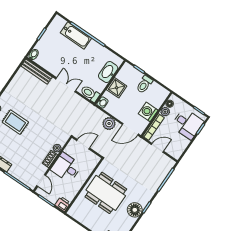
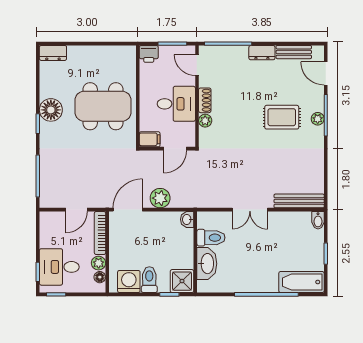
bathtub: (76, 35) -> (301, 282), moved
shower: (117, 88) -> (182, 281), moved
toilet: (90, 94) -> (211, 238), moved
washing machine: (148, 112) -> (129, 282), moved, turned -90
filing cabinet: (93, 158) -> (150, 139), added

